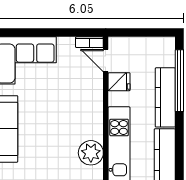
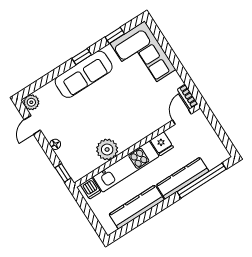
fridge: (119, 82) -> (162, 144), moved

